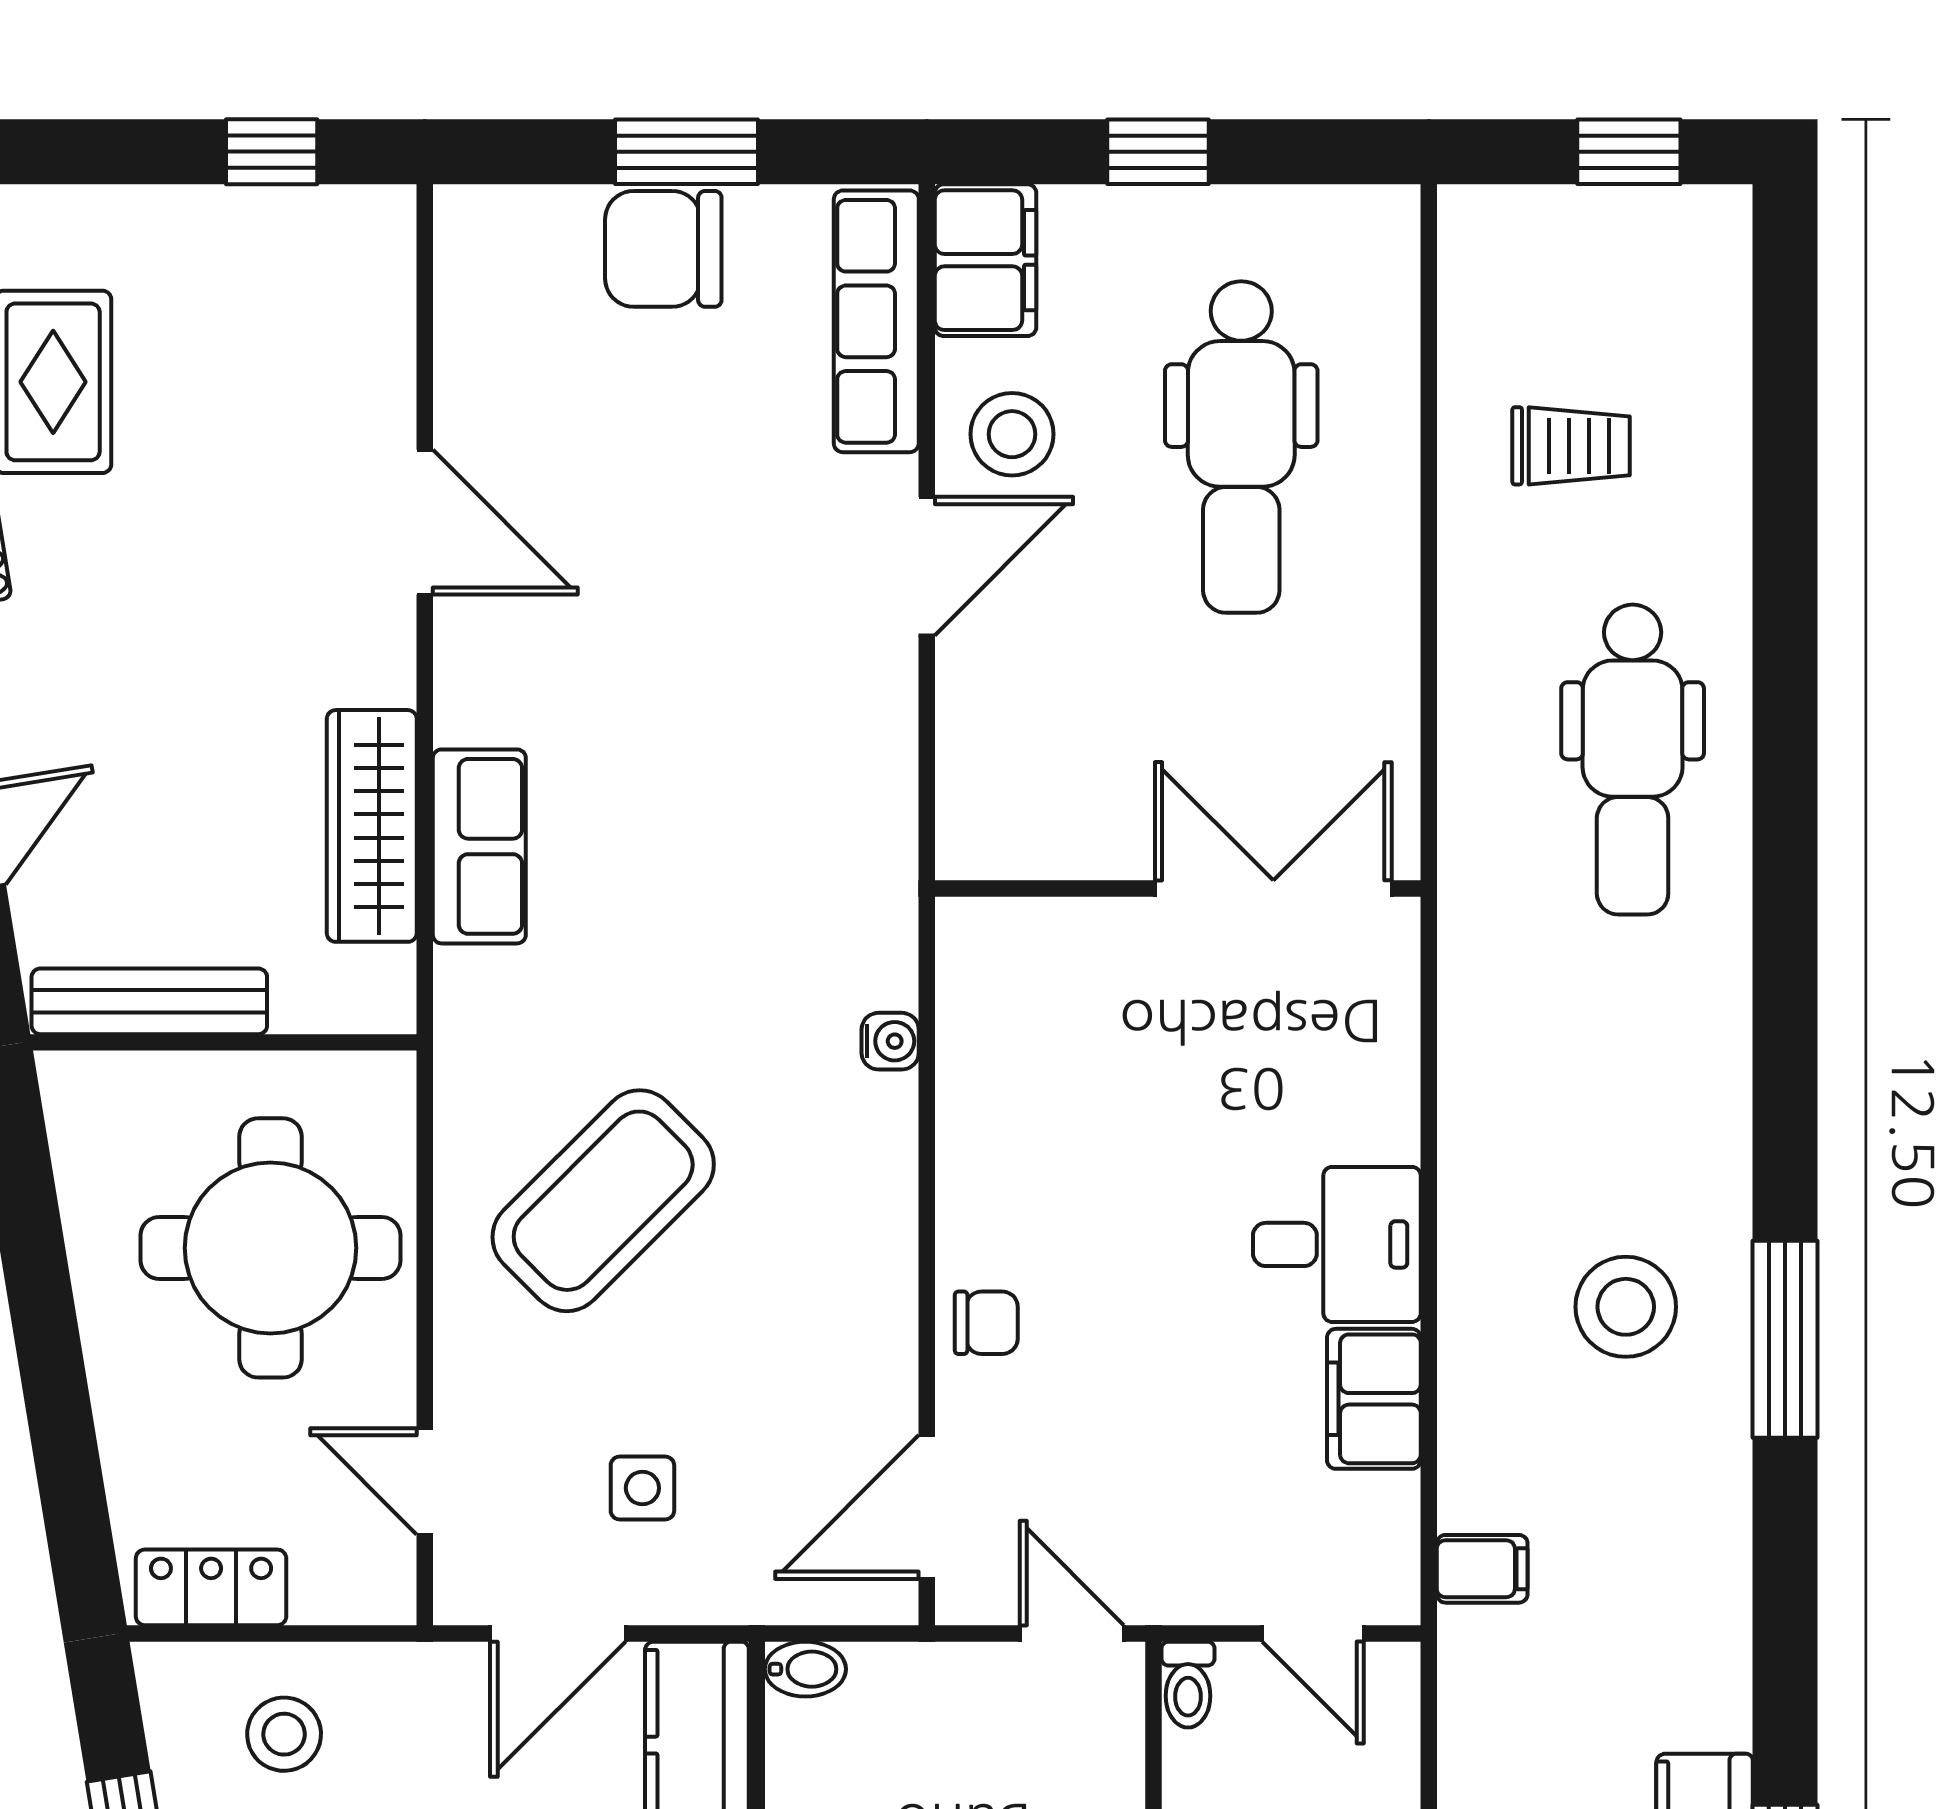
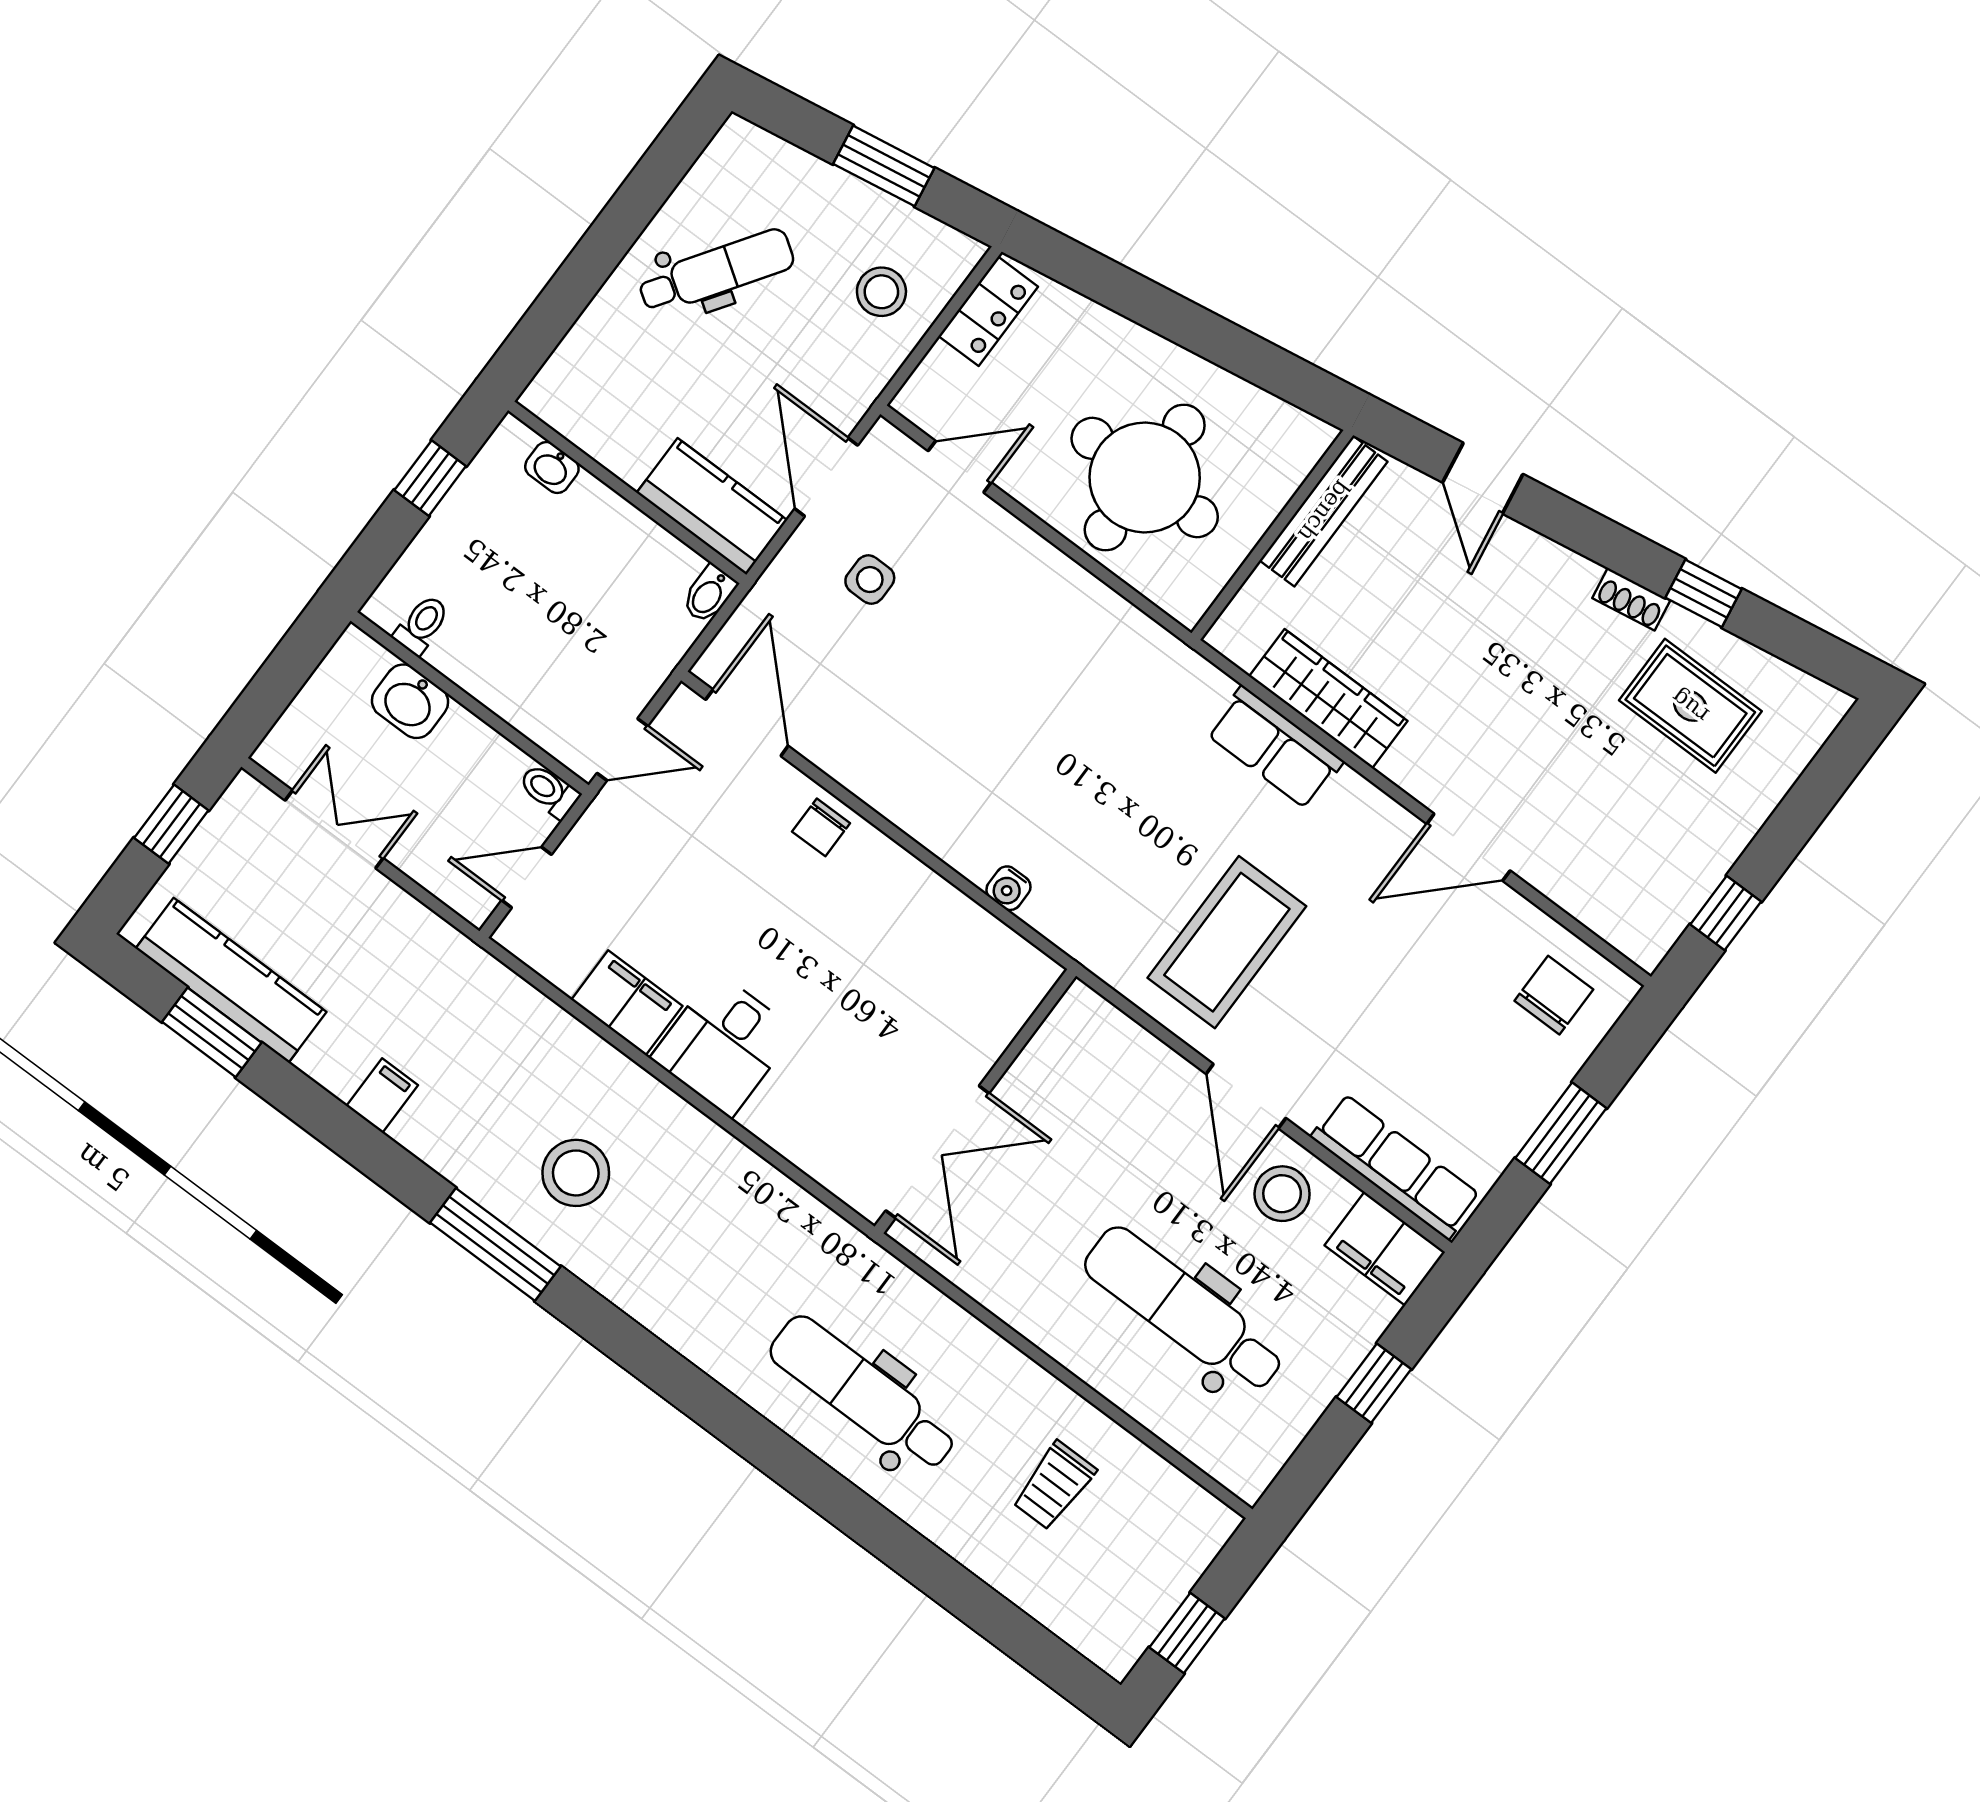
chair: (663, 249) -> (1554, 995), moved, width x0.73, depth x0.73
coffee table: (603, 1201) -> (1227, 942), moved, turned 45
filing cabinet: (1482, 1569) -> (382, 1096), moved, turned 180

